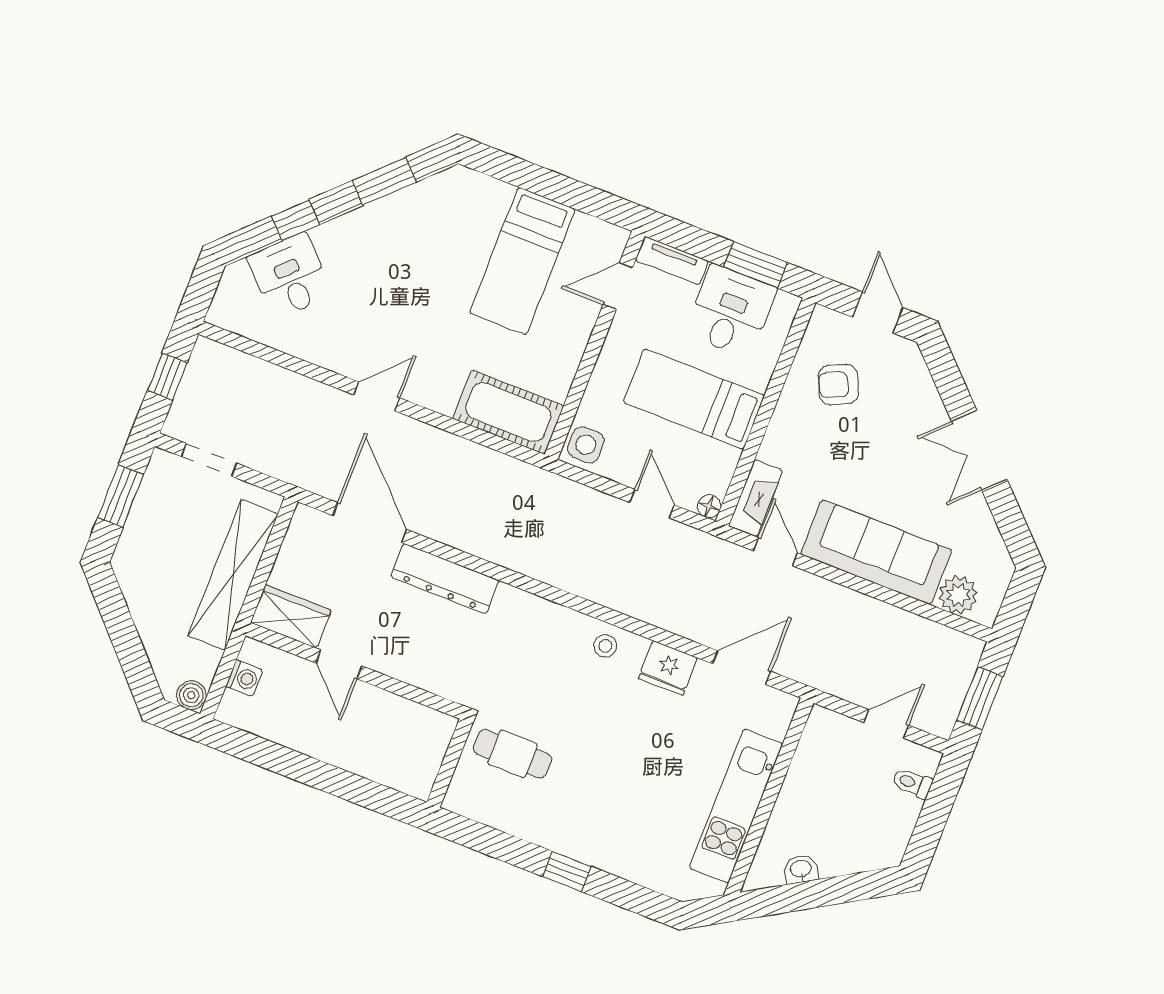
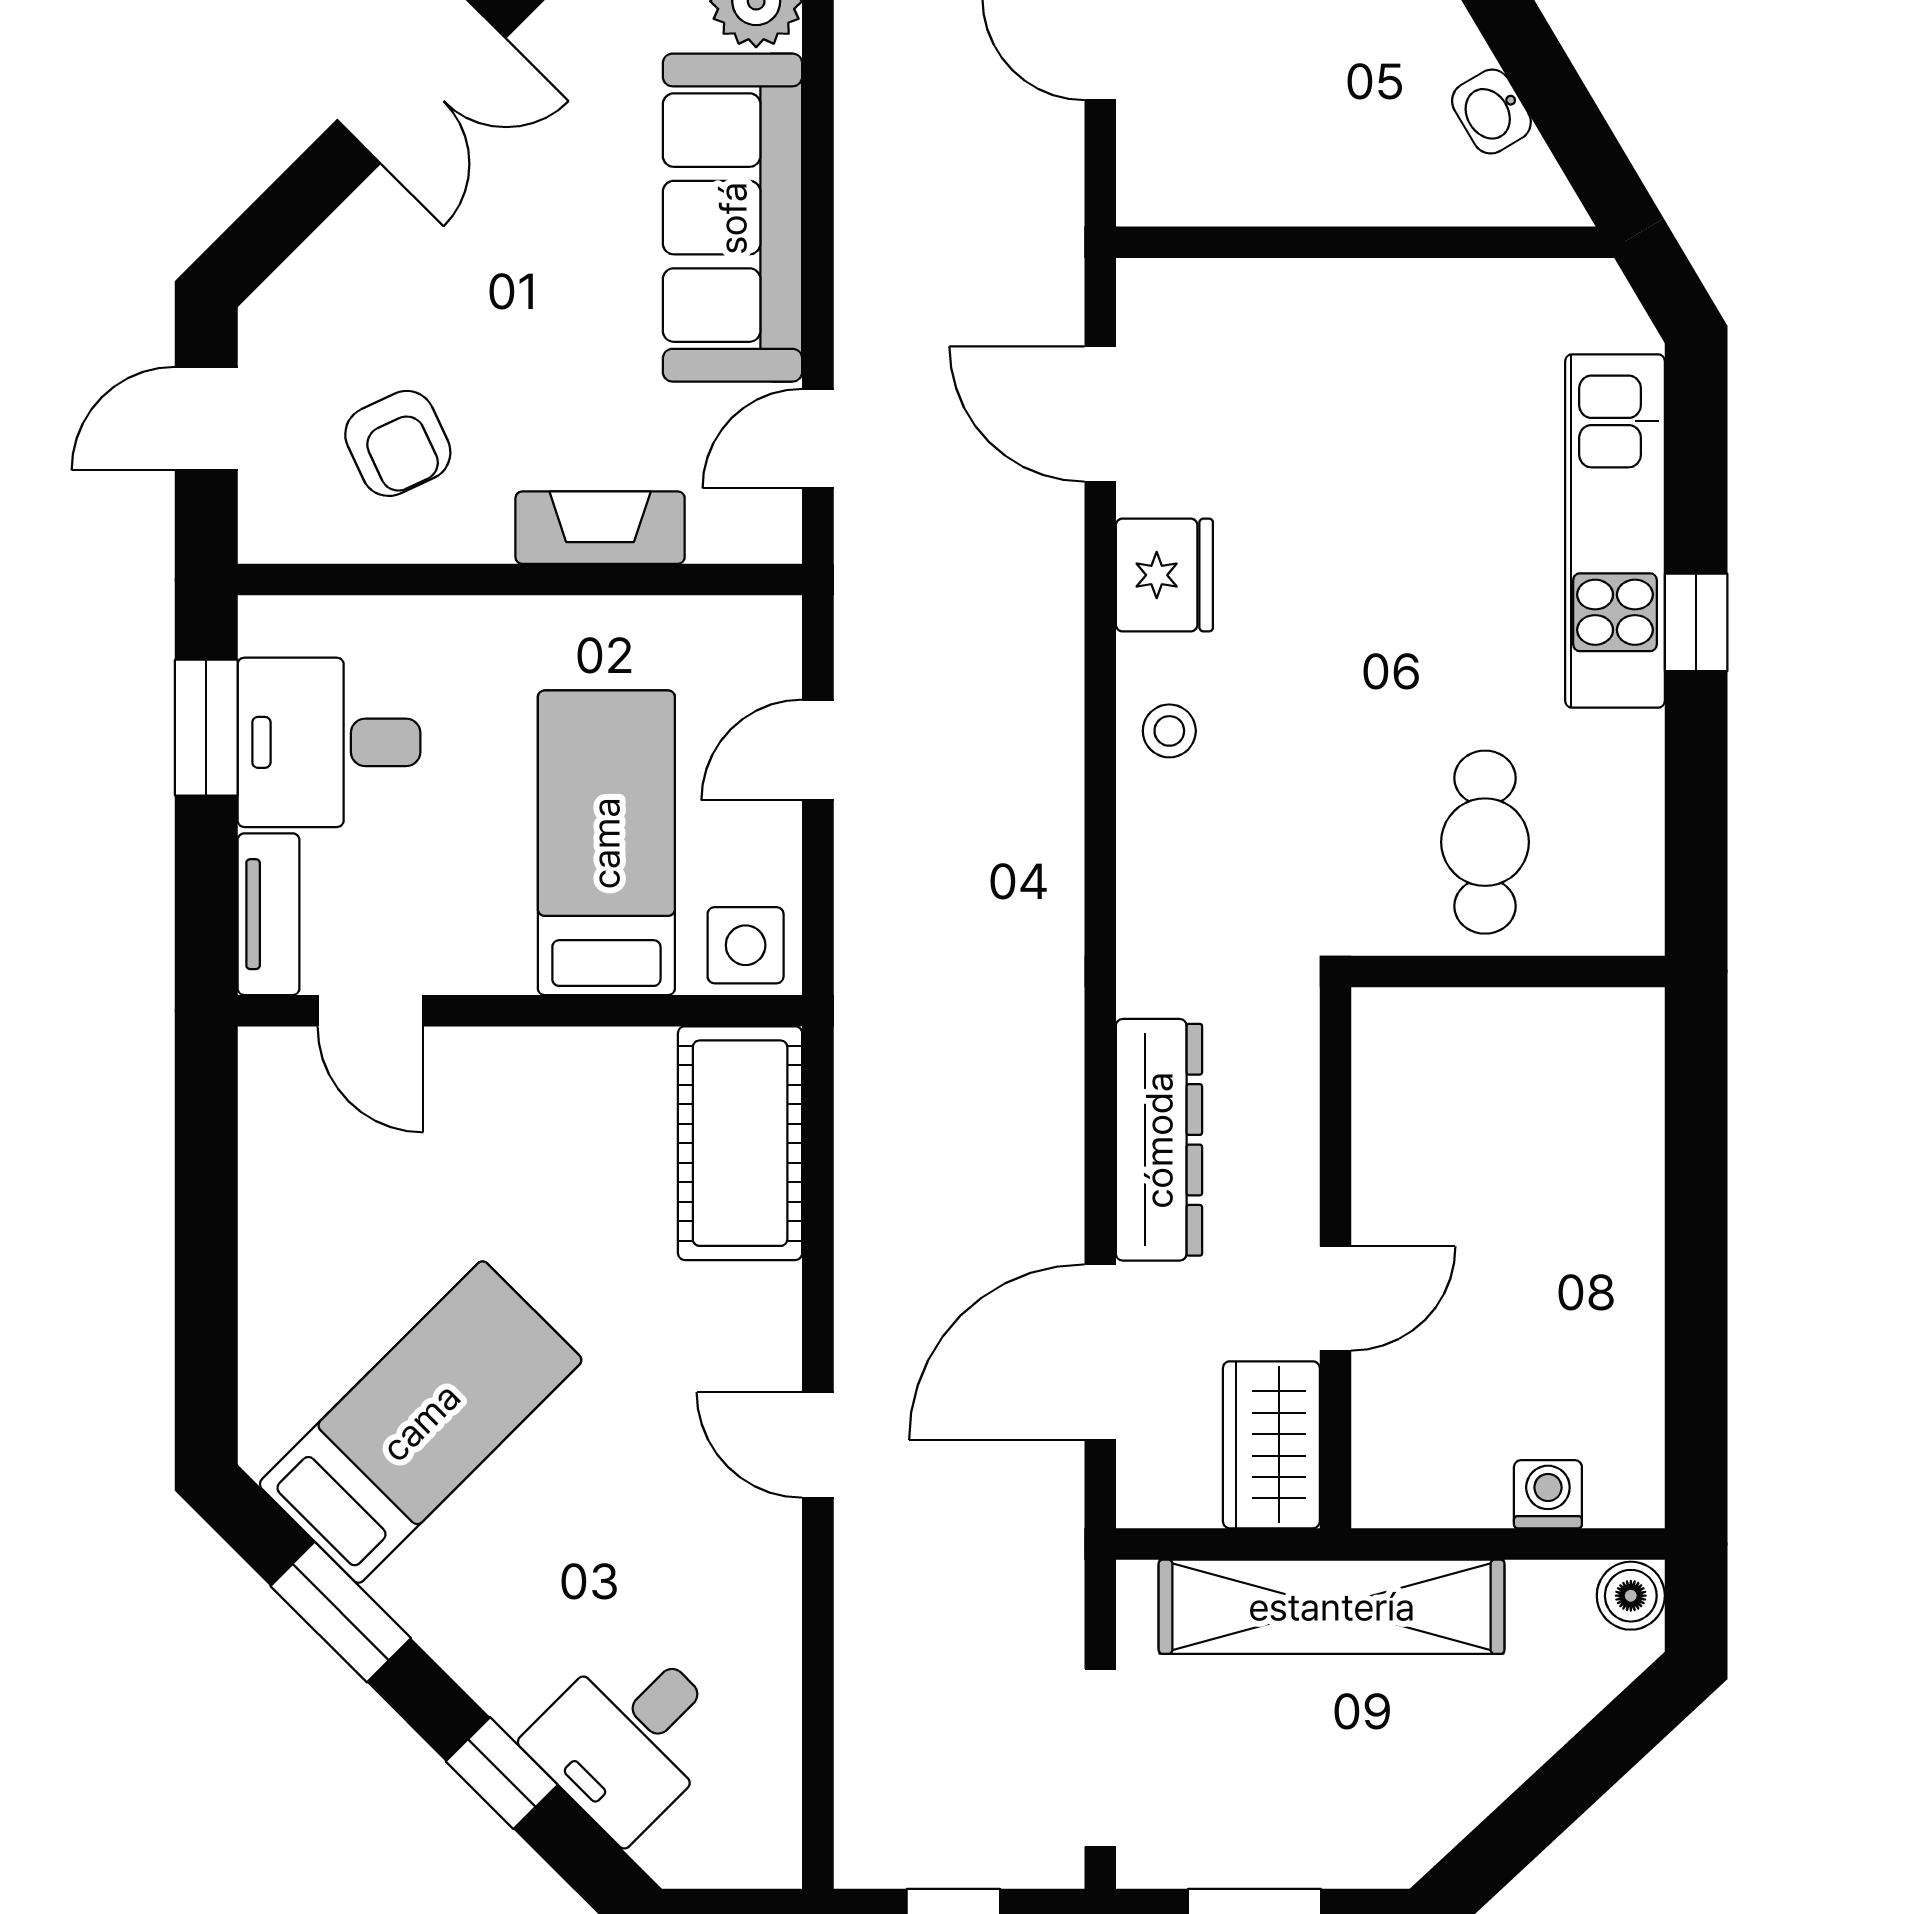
bed: (522, 261) -> (421, 1422), moved, turned -45
bed: (694, 399) -> (606, 843), moved, turned 180
doorway: (209, 460) -> (1100, 1758), width x1.38
fireplace: (756, 498) -> (600, 528), moved
floor lamp: (709, 506) -> (775, 623), removed
wardrobe: (291, 616) -> (1271, 1445), moved
door: (339, 664) -> (1335, 1298), moved
wall: (355, 671) -> (1335, 1258), moved
kitchen unit: (736, 806) -> (1615, 531), moved, turned 90

